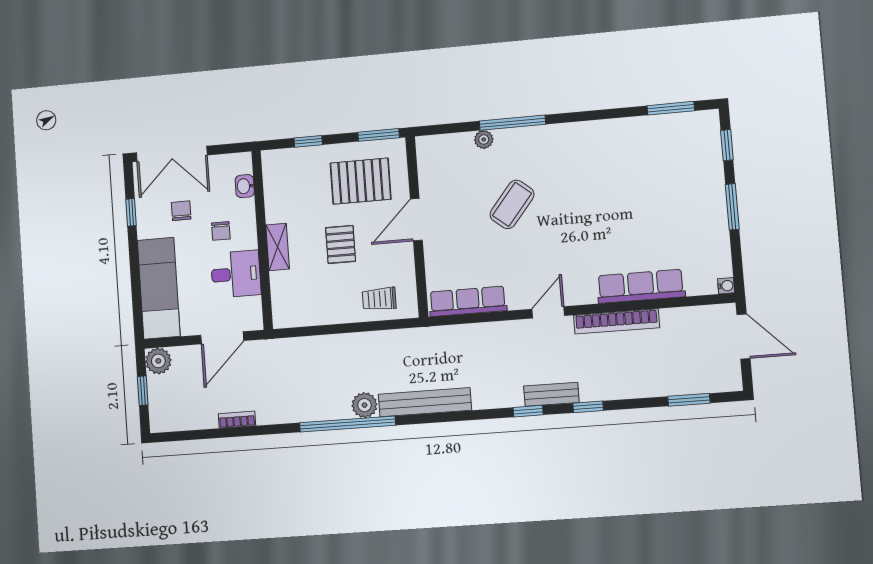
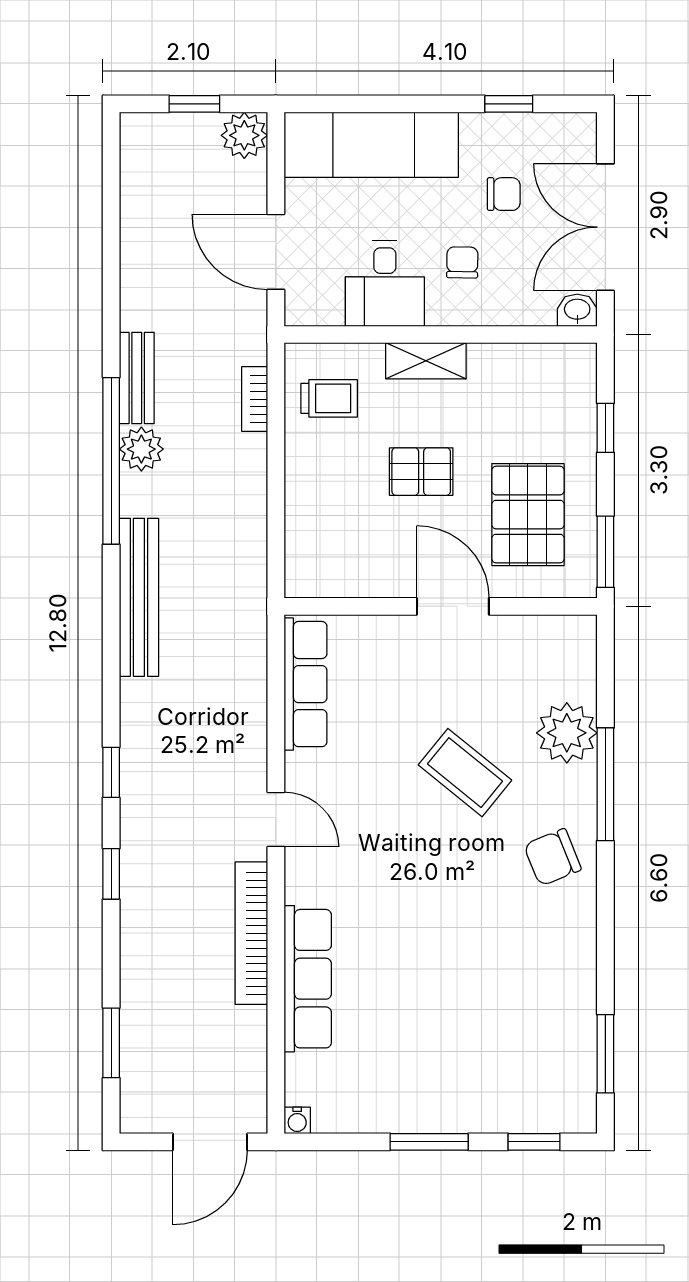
plant: (484, 139) -> (567, 733), width x1.88, depth x1.88
chair: (557, 149) -> (552, 857), added
double door: (172, 154) -> (605, 227), moved
washbasin: (245, 186) -> (577, 310), moved
chair: (221, 231) -> (462, 262), turned 91
trolley: (379, 299) -> (329, 398), moved, turned 90
bench: (551, 394) -> (137, 378), moved
plant: (364, 405) -> (141, 449), moved
bookcase: (237, 420) -> (255, 399), moved, turned 180

